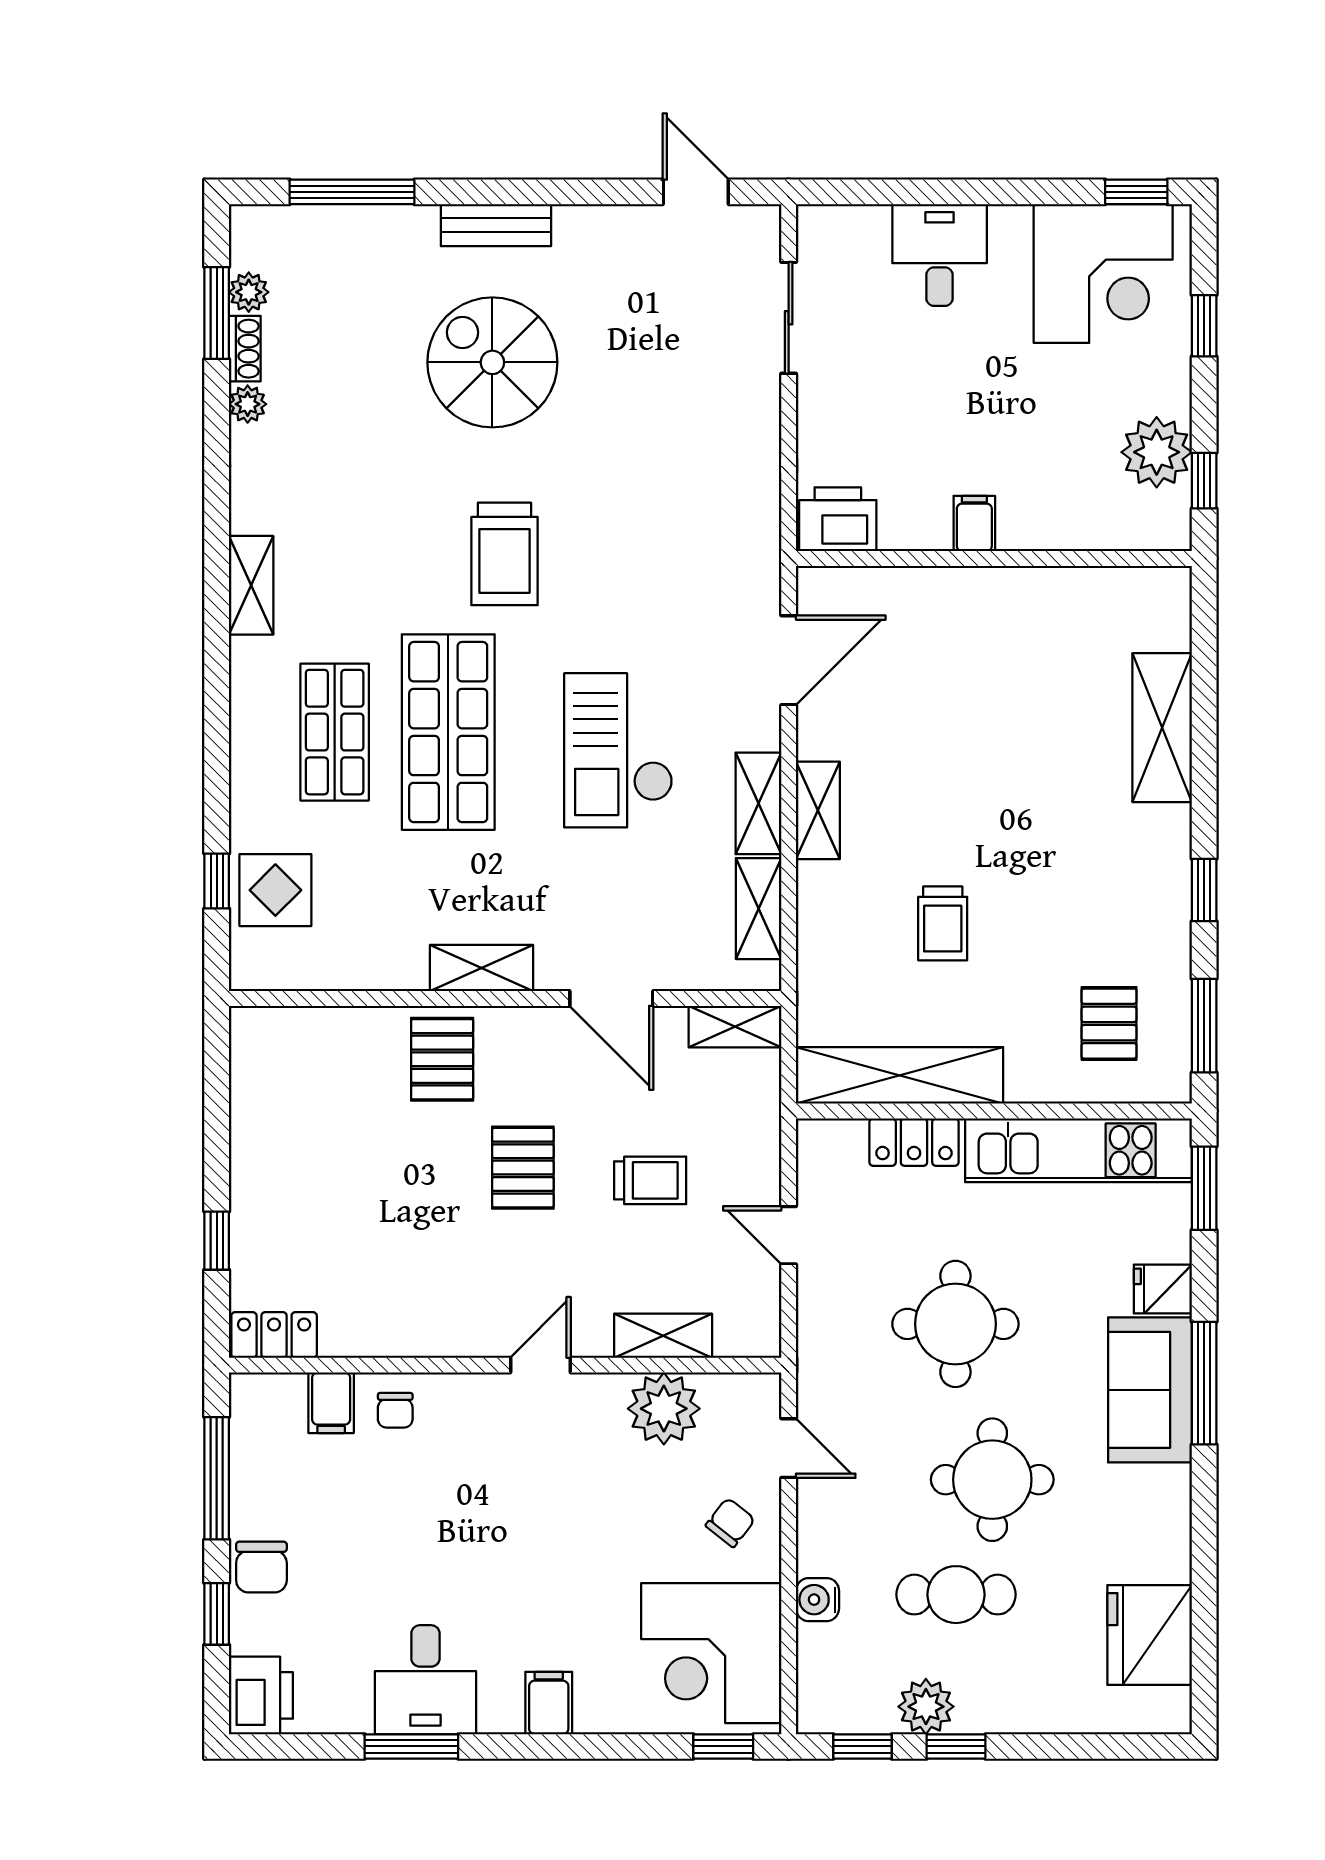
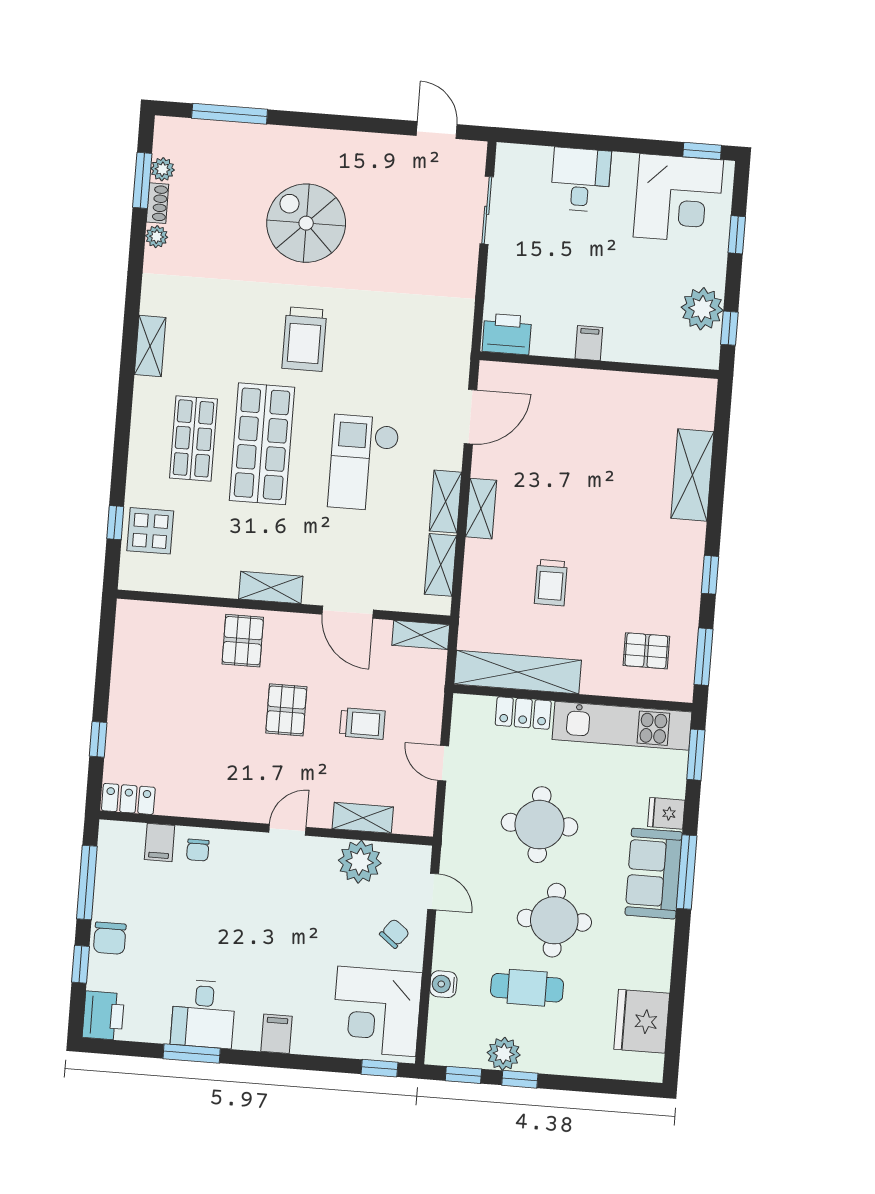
bench: (496, 225) -> (315, 141), removed
pallet: (1109, 1024) -> (646, 651), turned 90

